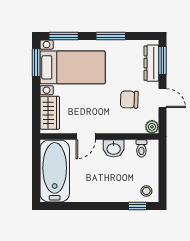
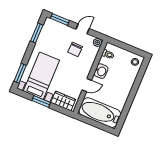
window: (111, 36) -> (37, 33), moved
window: (36, 63) -> (41, 101), moved
dresser: (151, 63) -> (59, 27), removed
door: (86, 137) -> (87, 85), hinge flipped
window: (137, 206) -> (142, 71), removed

